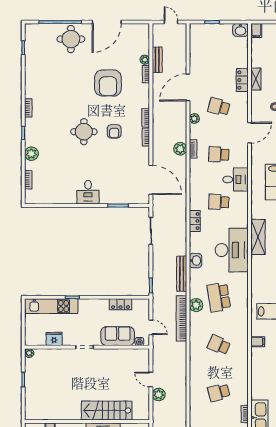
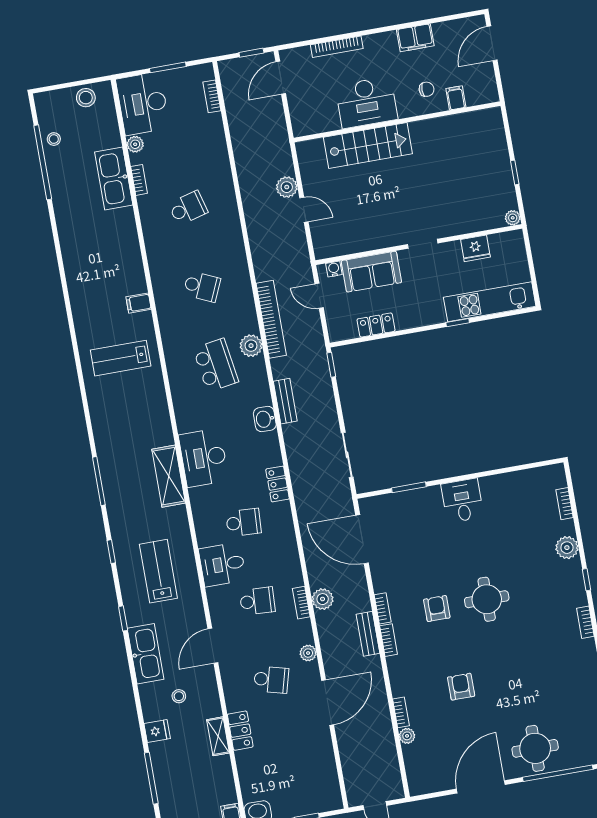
bench: (157, 60) -> (368, 634), moved
armchair: (108, 83) -> (461, 687), width x0.53, depth x0.53
desk: (232, 250) -> (204, 458), width x0.73, depth x0.77
bench: (182, 274) -> (285, 401), width x0.73

